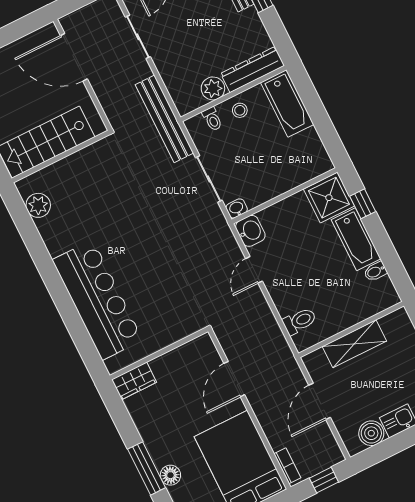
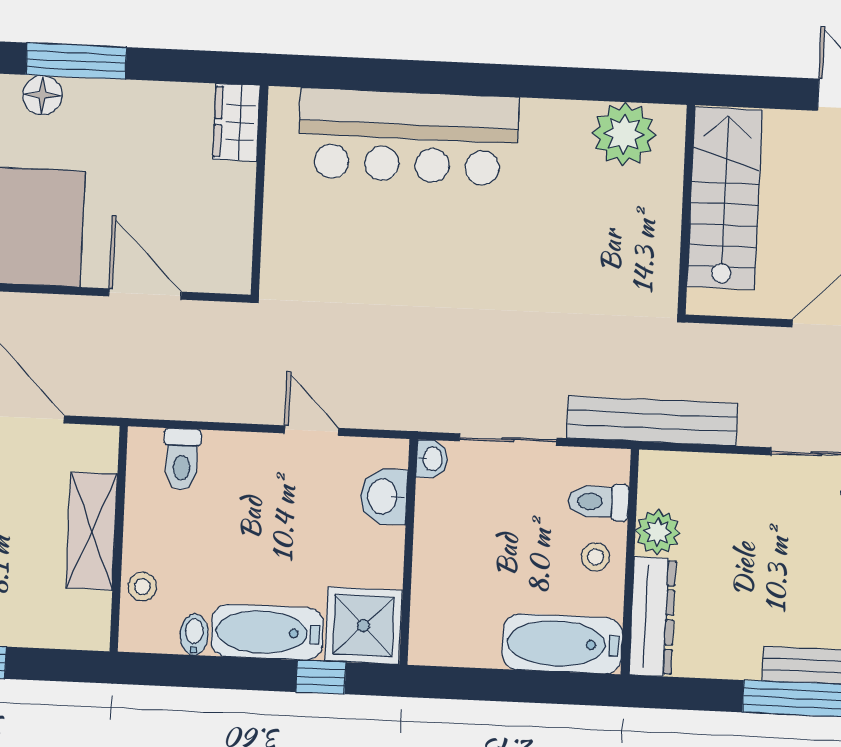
toilet: (212, 119) -> (598, 502), width x1.37, depth x1.39
plant: (38, 205) -> (624, 134), width x1.36, depth x1.36
washbasin: (250, 231) -> (384, 496), moved, turned 90
stool: (367, 307) -> (142, 586), added

